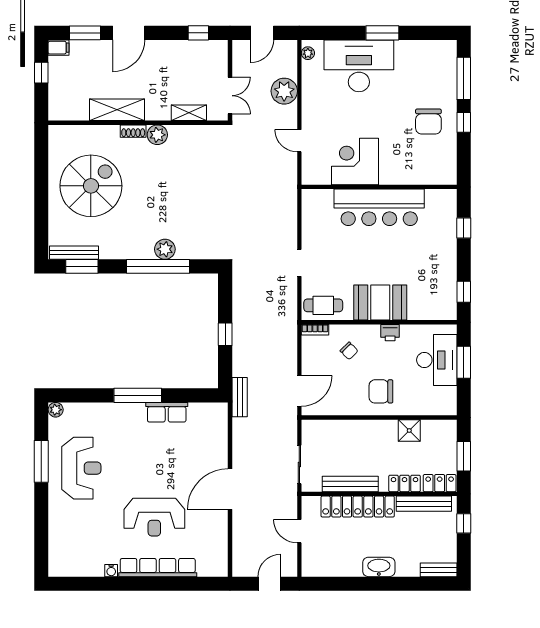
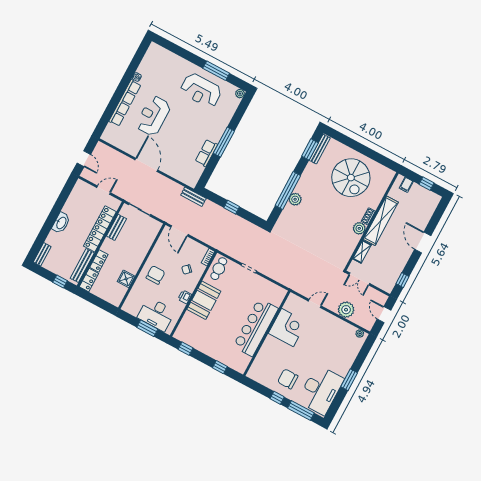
window: (85, 33) -> (435, 219), removed
filing cabinet: (59, 48) -> (406, 185), moved
desk: (359, 66) -> (321, 390), moved
shelving: (117, 110) -> (381, 221), width x1.47
window: (464, 456) -> (96, 301), removed
bench: (350, 484) -> (116, 227), width x0.73

